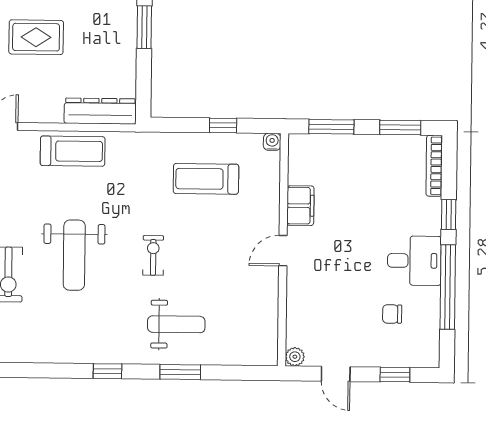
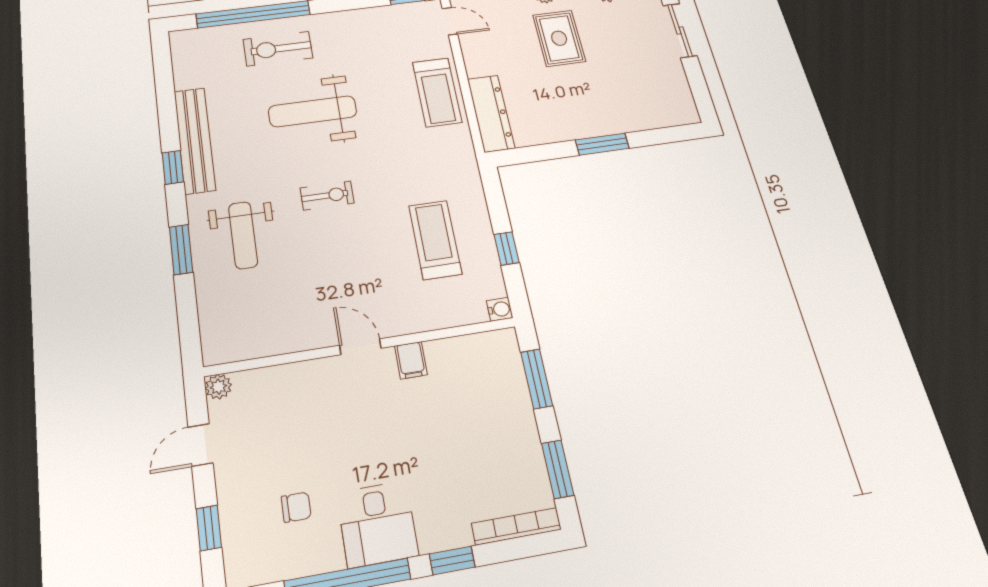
filing cabinet: (300, 206) -> (411, 360), width x0.50
chair: (392, 314) -> (296, 507), turned 90
bench: (85, 352) -> (195, 140), added

